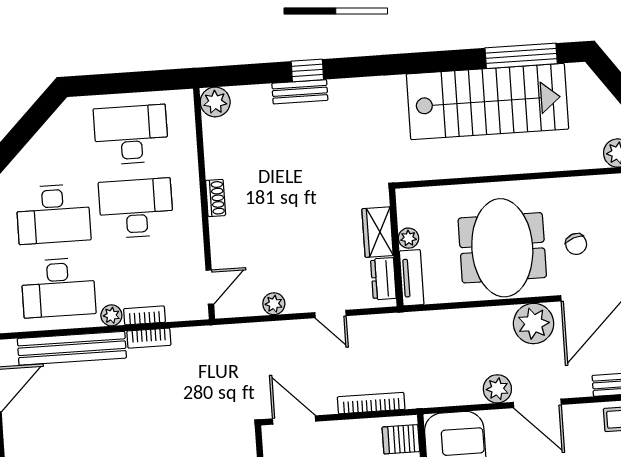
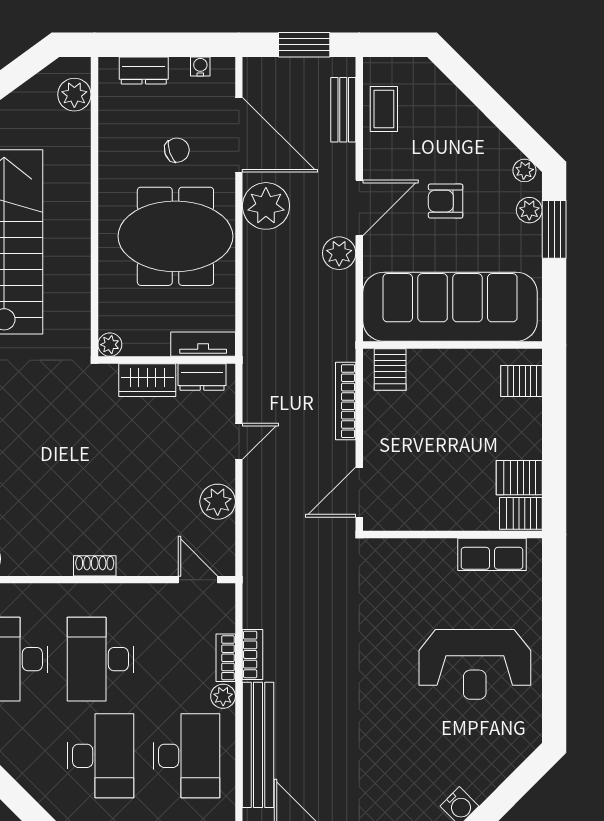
plant: (409, 238) -> (110, 345), moved
plant: (274, 304) -> (218, 502), width x1.38, depth x1.38

